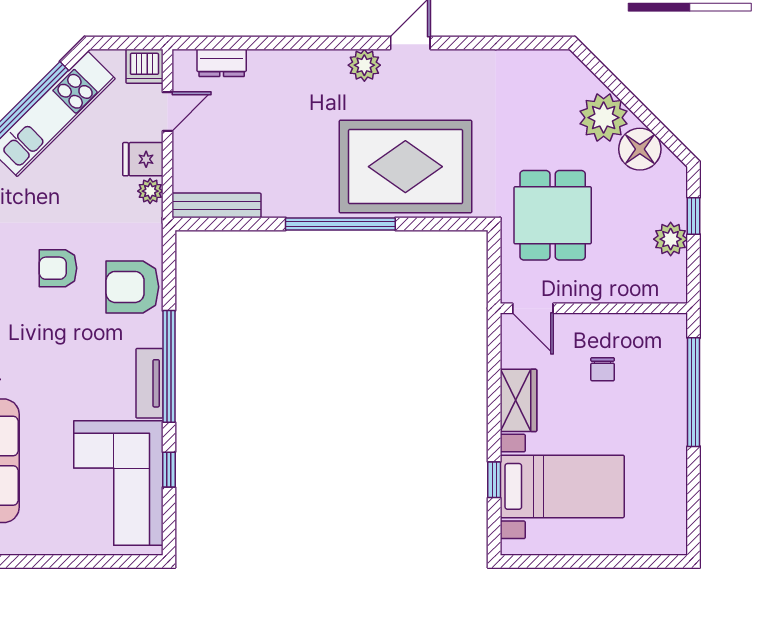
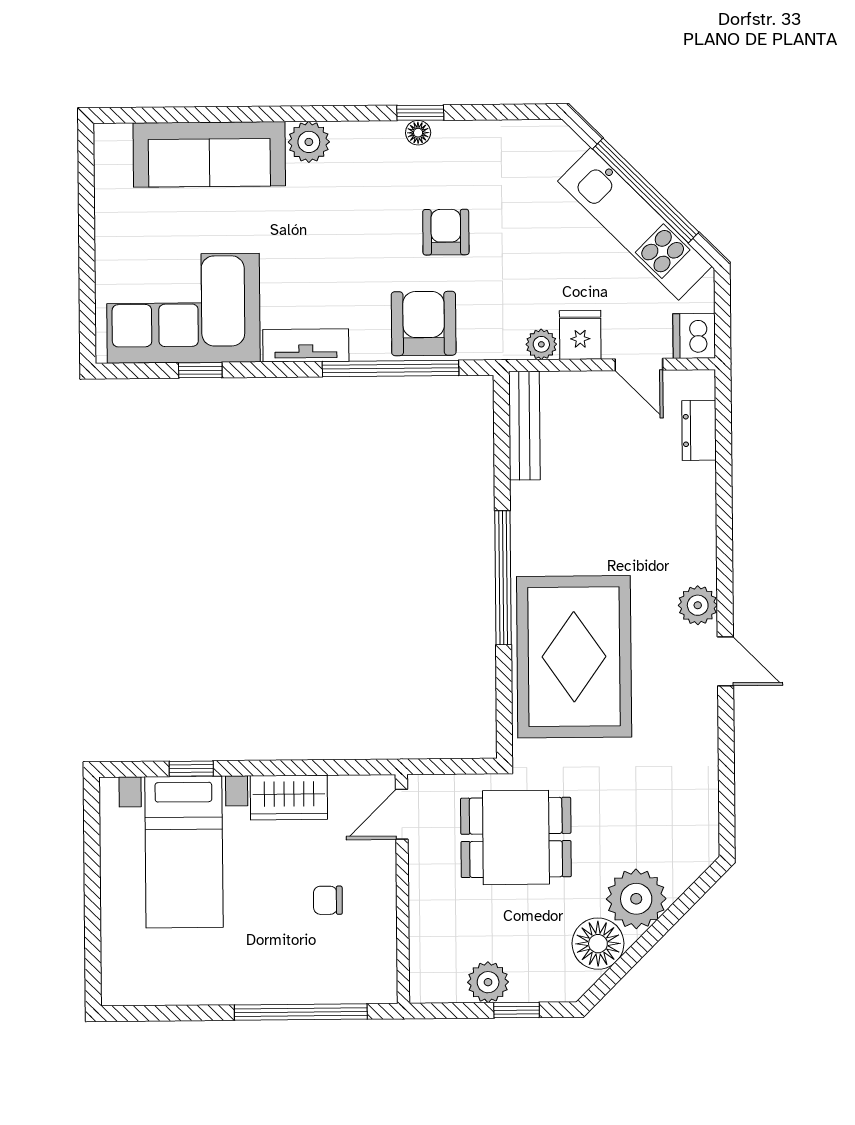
window: (169, 366) -> (391, 369), moved

